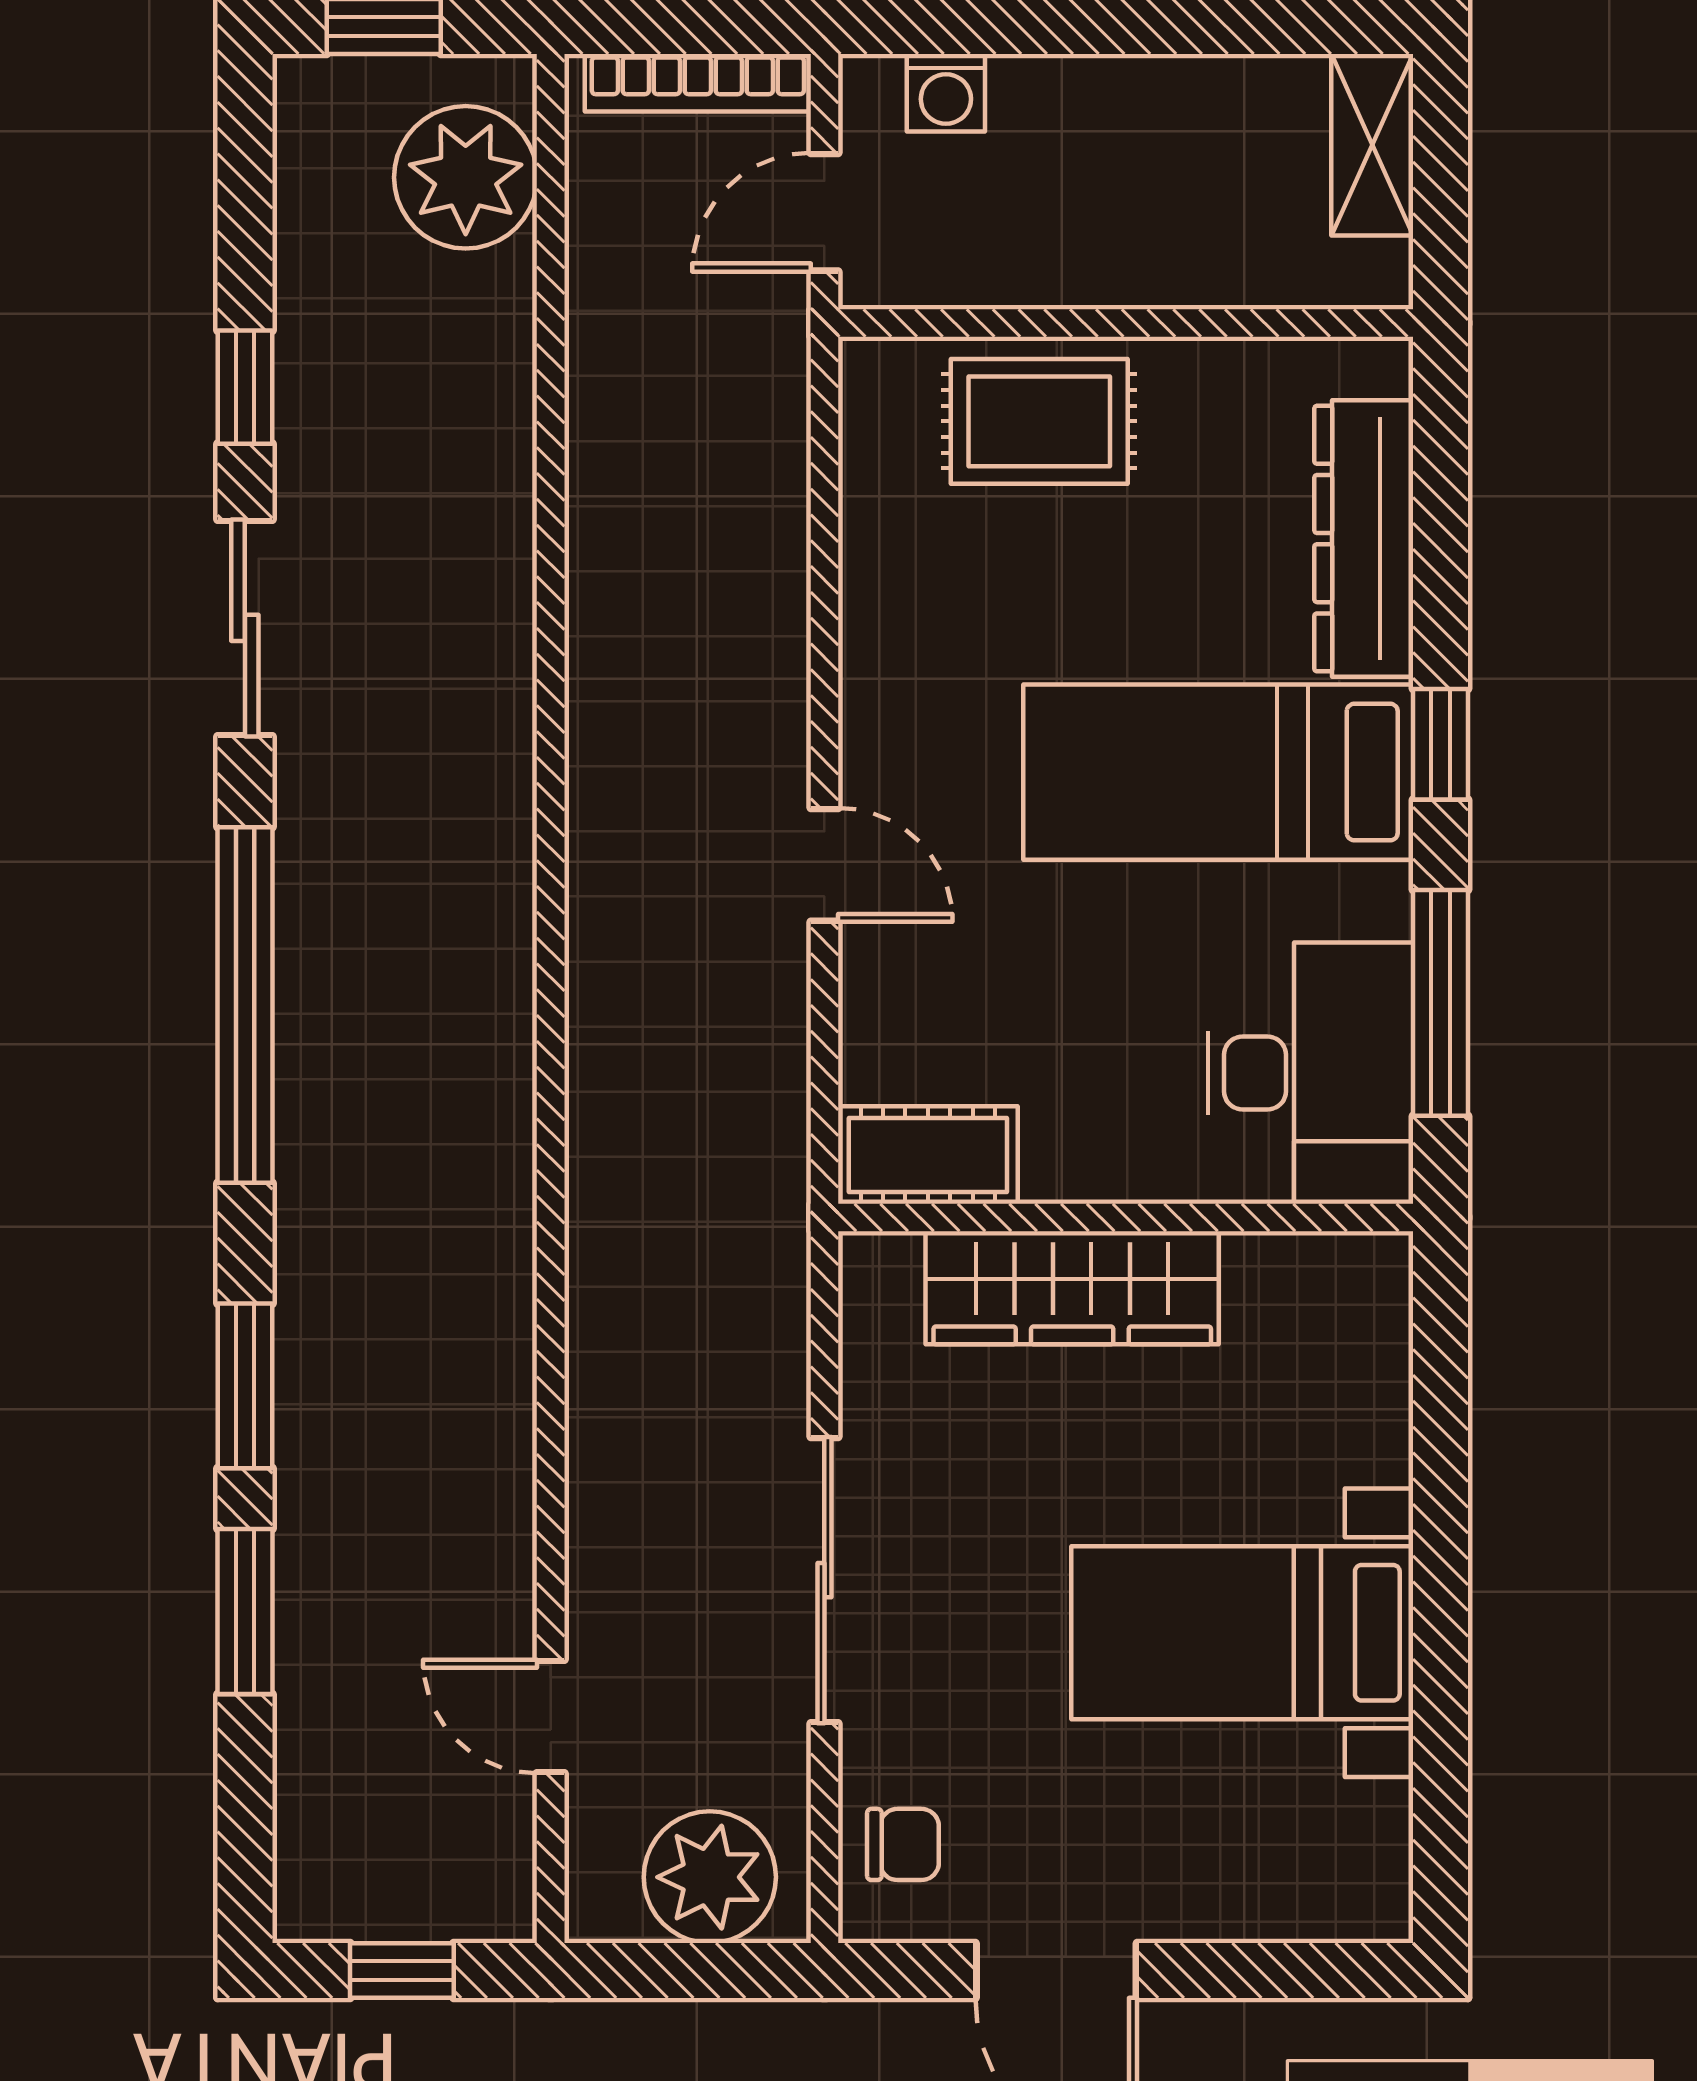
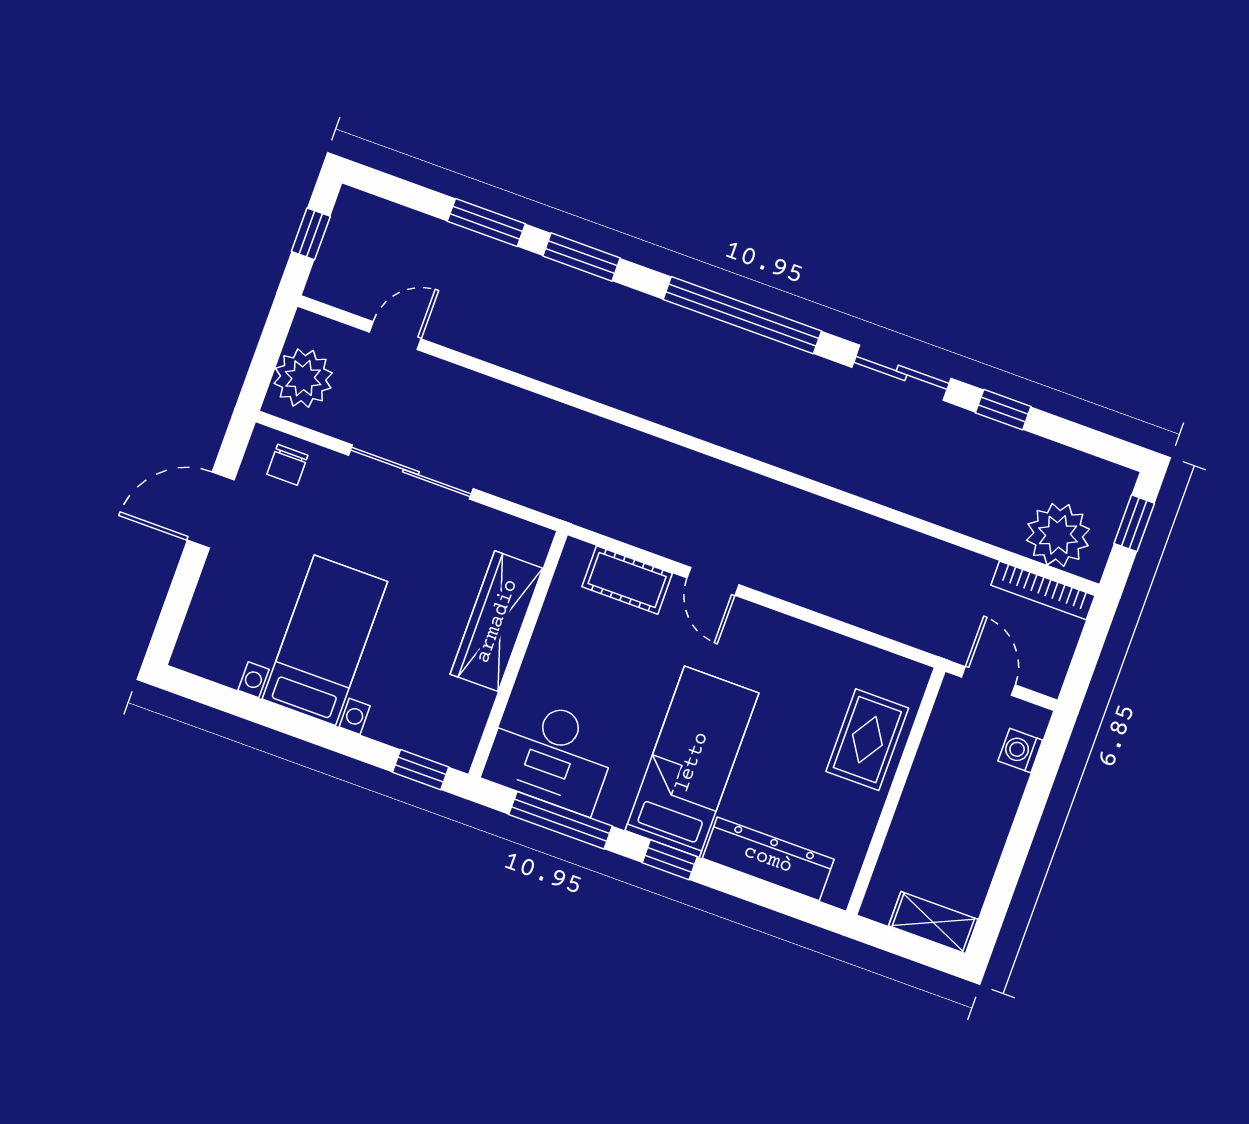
bookcase: (698, 83) -> (1043, 590), moved, turned -90
door: (824, 865) -> (713, 581), hinge flipped
cot: (928, 1155) -> (627, 580), moved, turned 90
window: (1441, 1334) -> (421, 770), added

